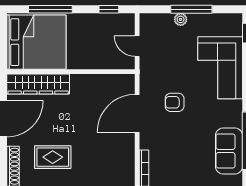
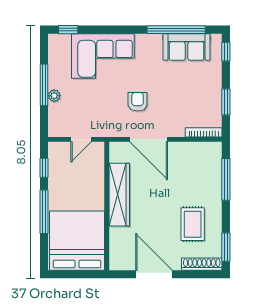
window: (50, 9) -> (44, 212), moved
wardrobe: (38, 84) -> (119, 195), moved
armchair: (175, 102) -> (138, 102), turned 180

